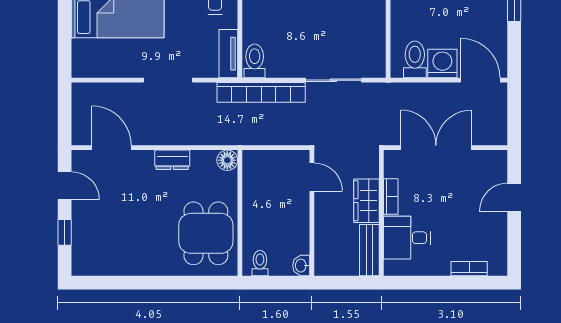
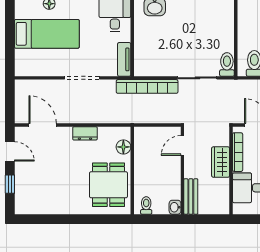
toilet: (255, 61) -> (227, 64), moved
floor lamp: (227, 160) -> (123, 147), moved
door: (312, 177) -> (182, 145), swing flipped
bookcase: (391, 197) -> (238, 152), width x1.56
bench: (369, 250) -> (191, 196), moved

